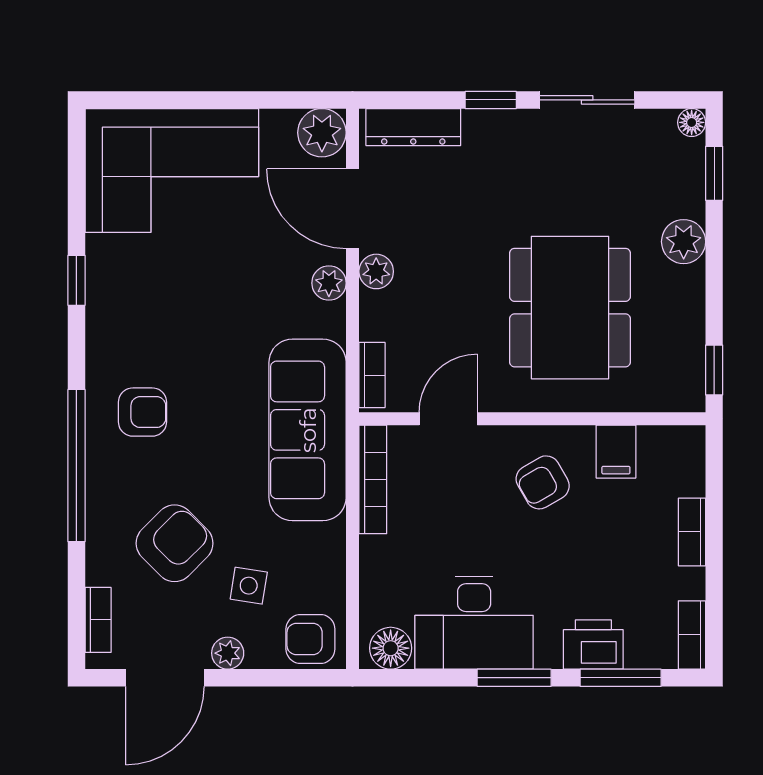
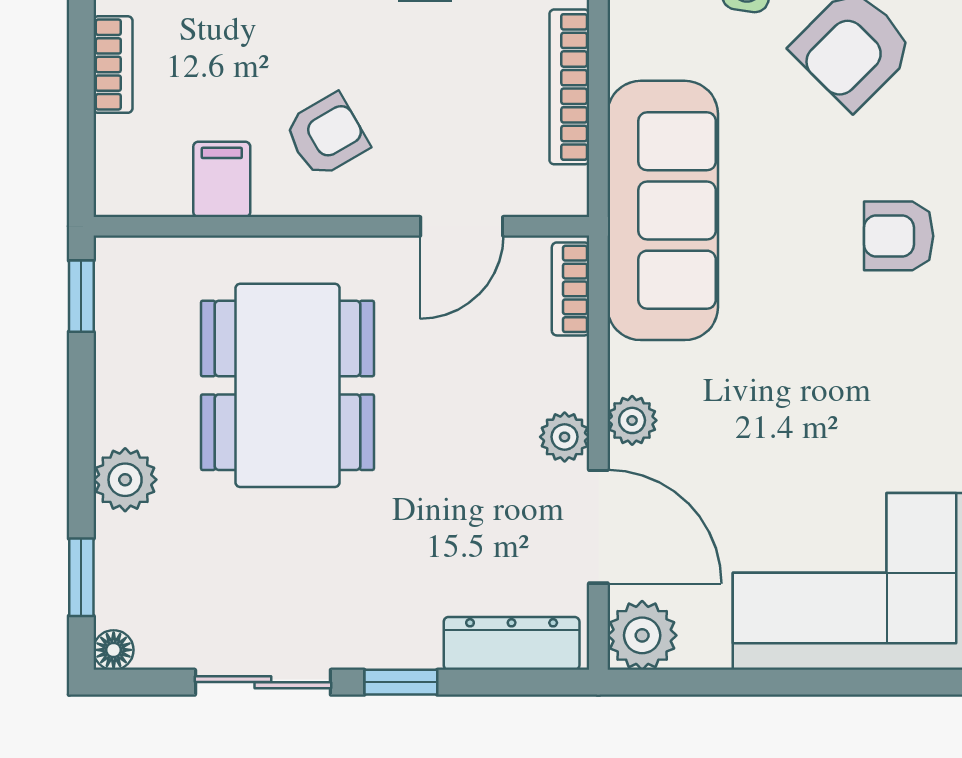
bookcase: (373, 479) -> (569, 87), moved

